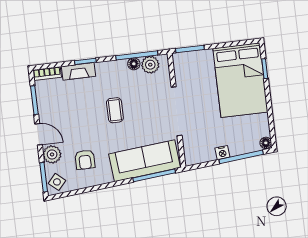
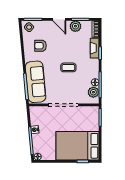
door: (39, 134) -> (59, 19), hinge flipped
plant: (52, 154) -> (75, 26), moved

